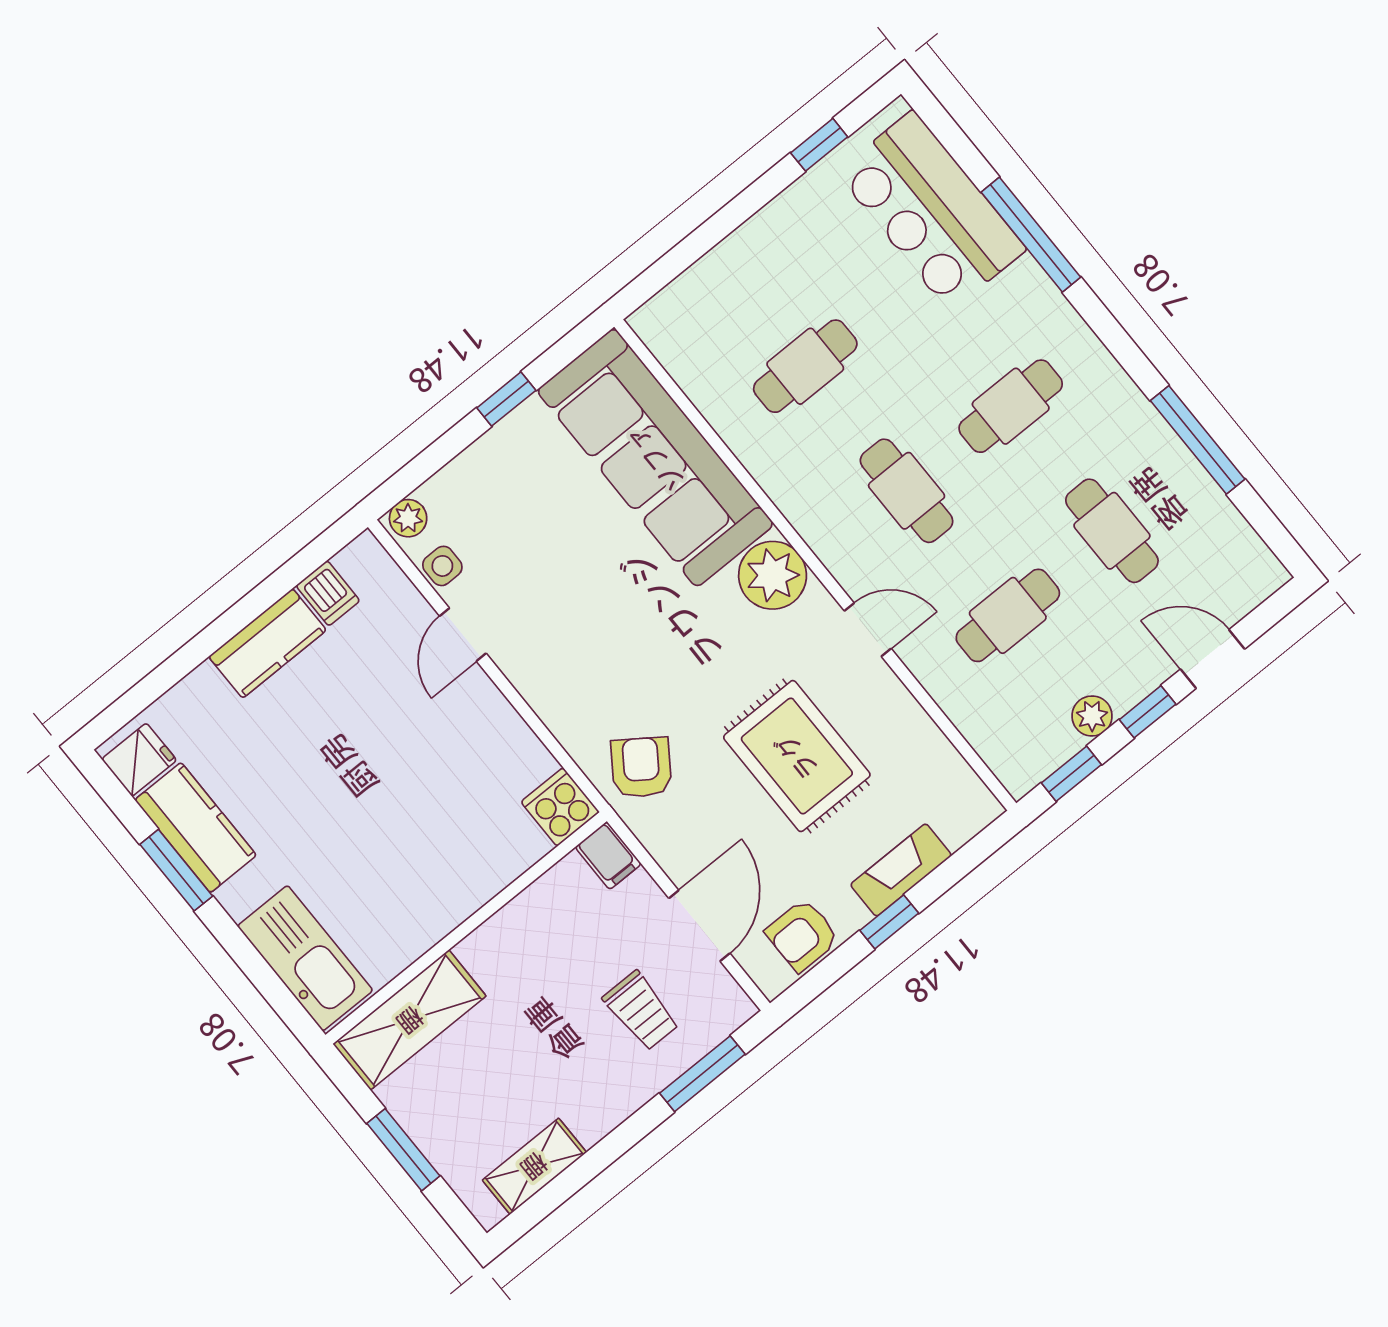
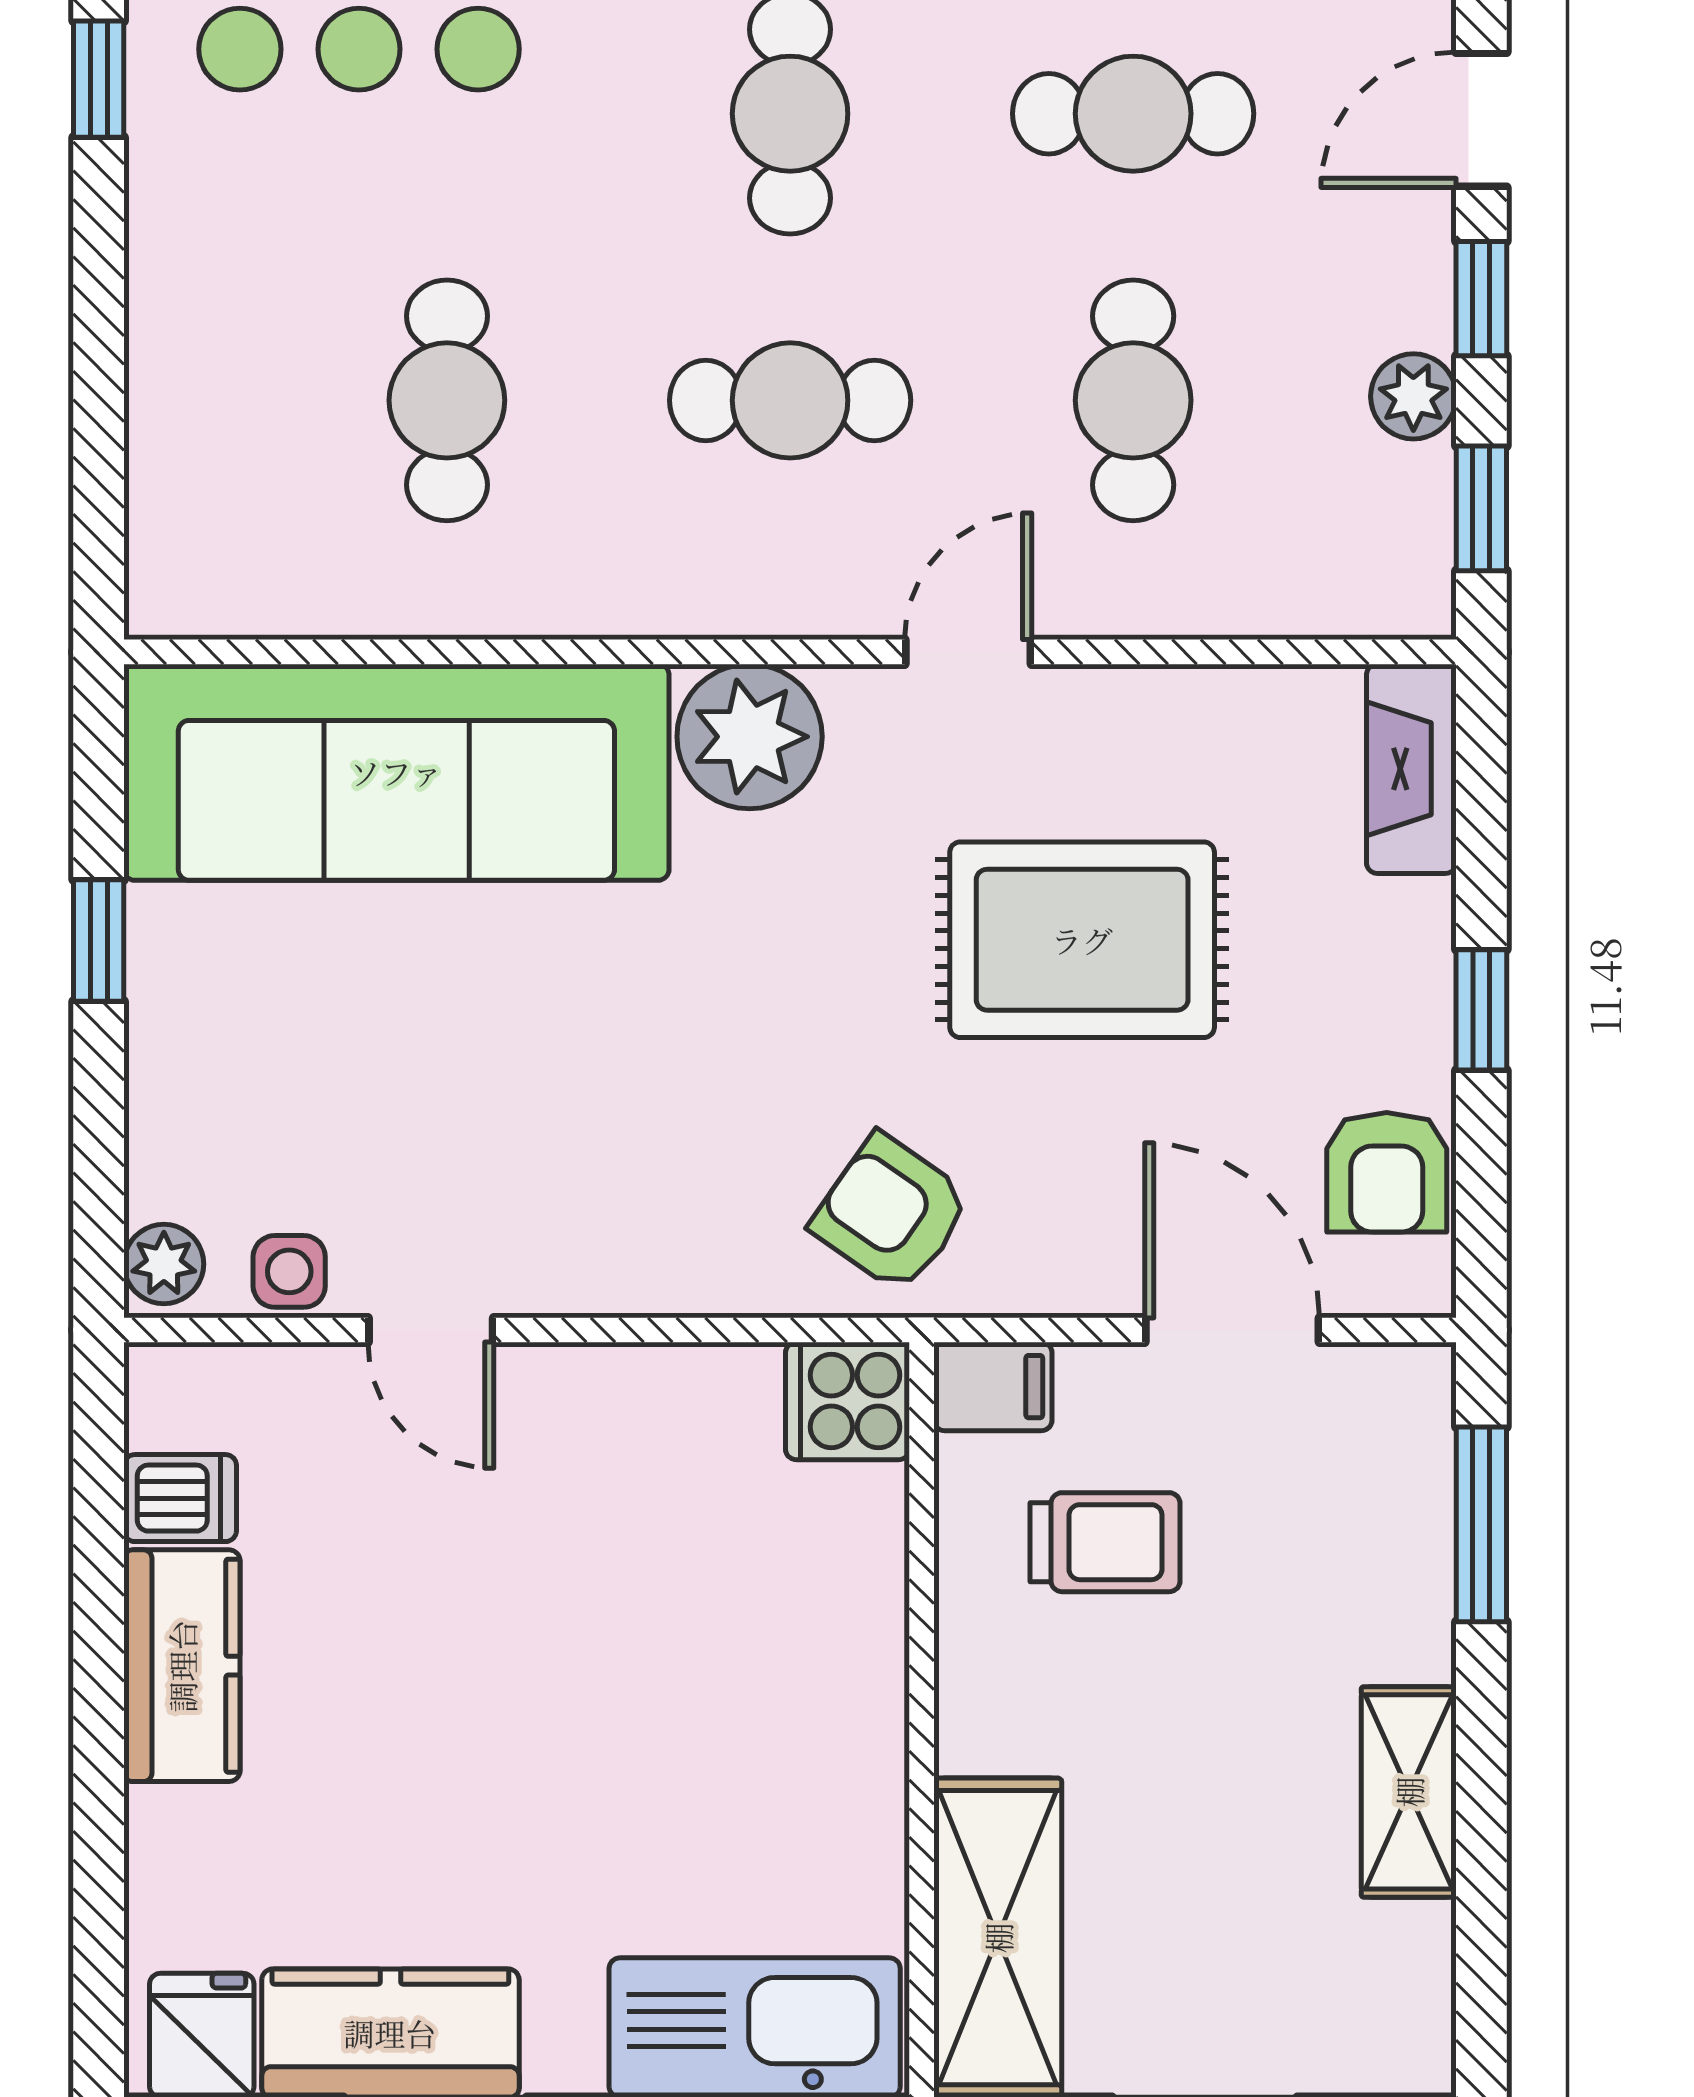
fireplace: (901, 870) -> (1411, 769), moved
trolley: (641, 1011) -> (1105, 1542), moved
shelving: (534, 1166) -> (1409, 1792), moved

